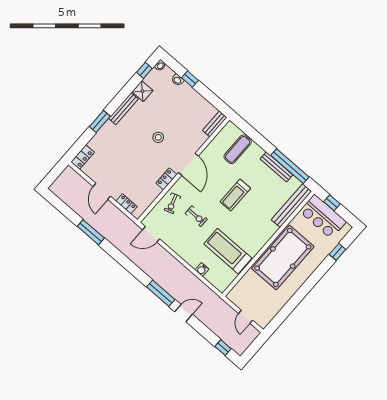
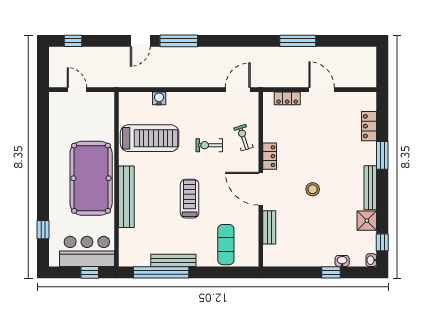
bench: (215, 124) -> (269, 227), moved
locker: (83, 157) -> (369, 126), moved
bench: (292, 206) -> (126, 197), moved

